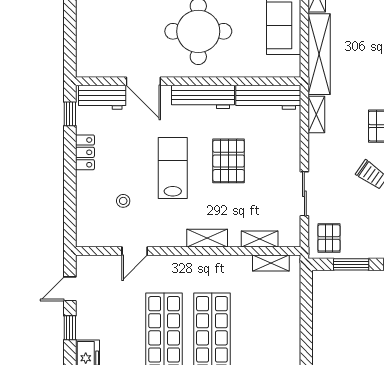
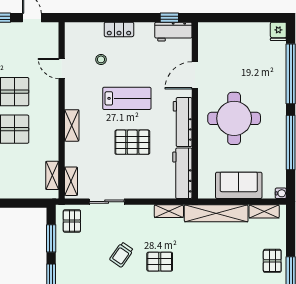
workbench: (102, 97) -> (173, 32), moved, turned -90
locker: (85, 152) -> (119, 29), moved
pallet: (329, 238) -> (72, 221), turned 90
shelving: (260, 239) -> (71, 181), moved

